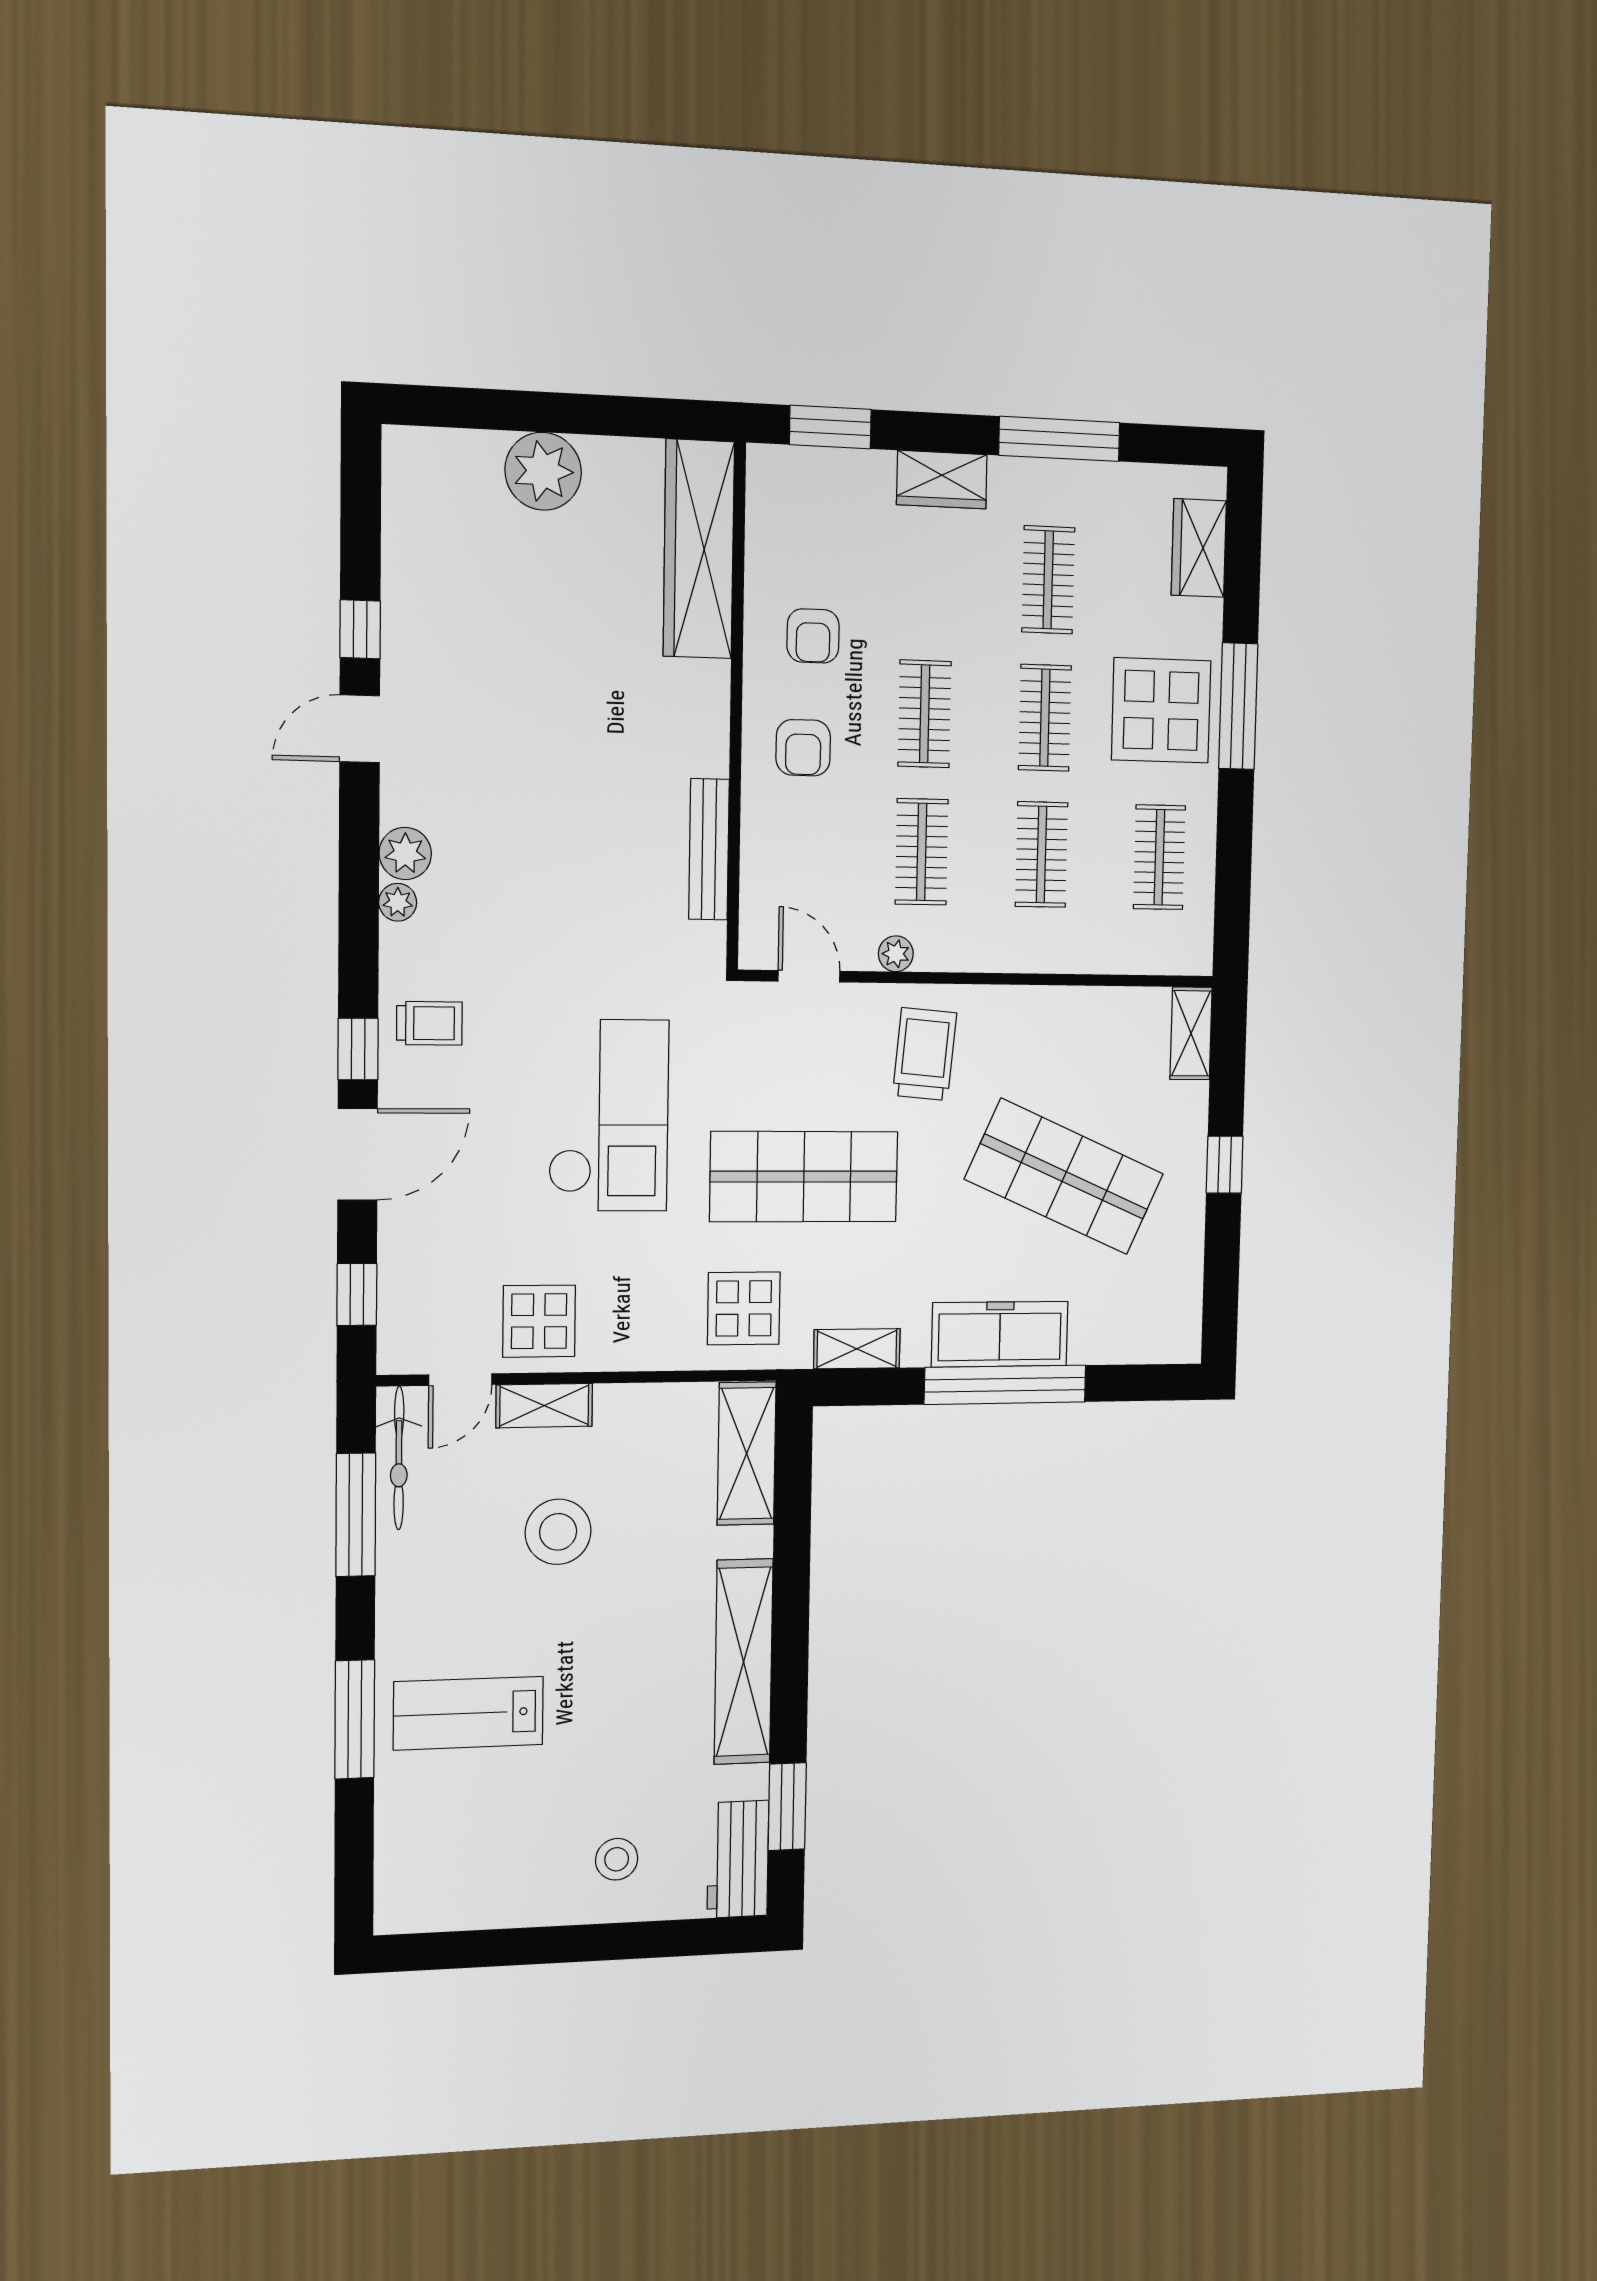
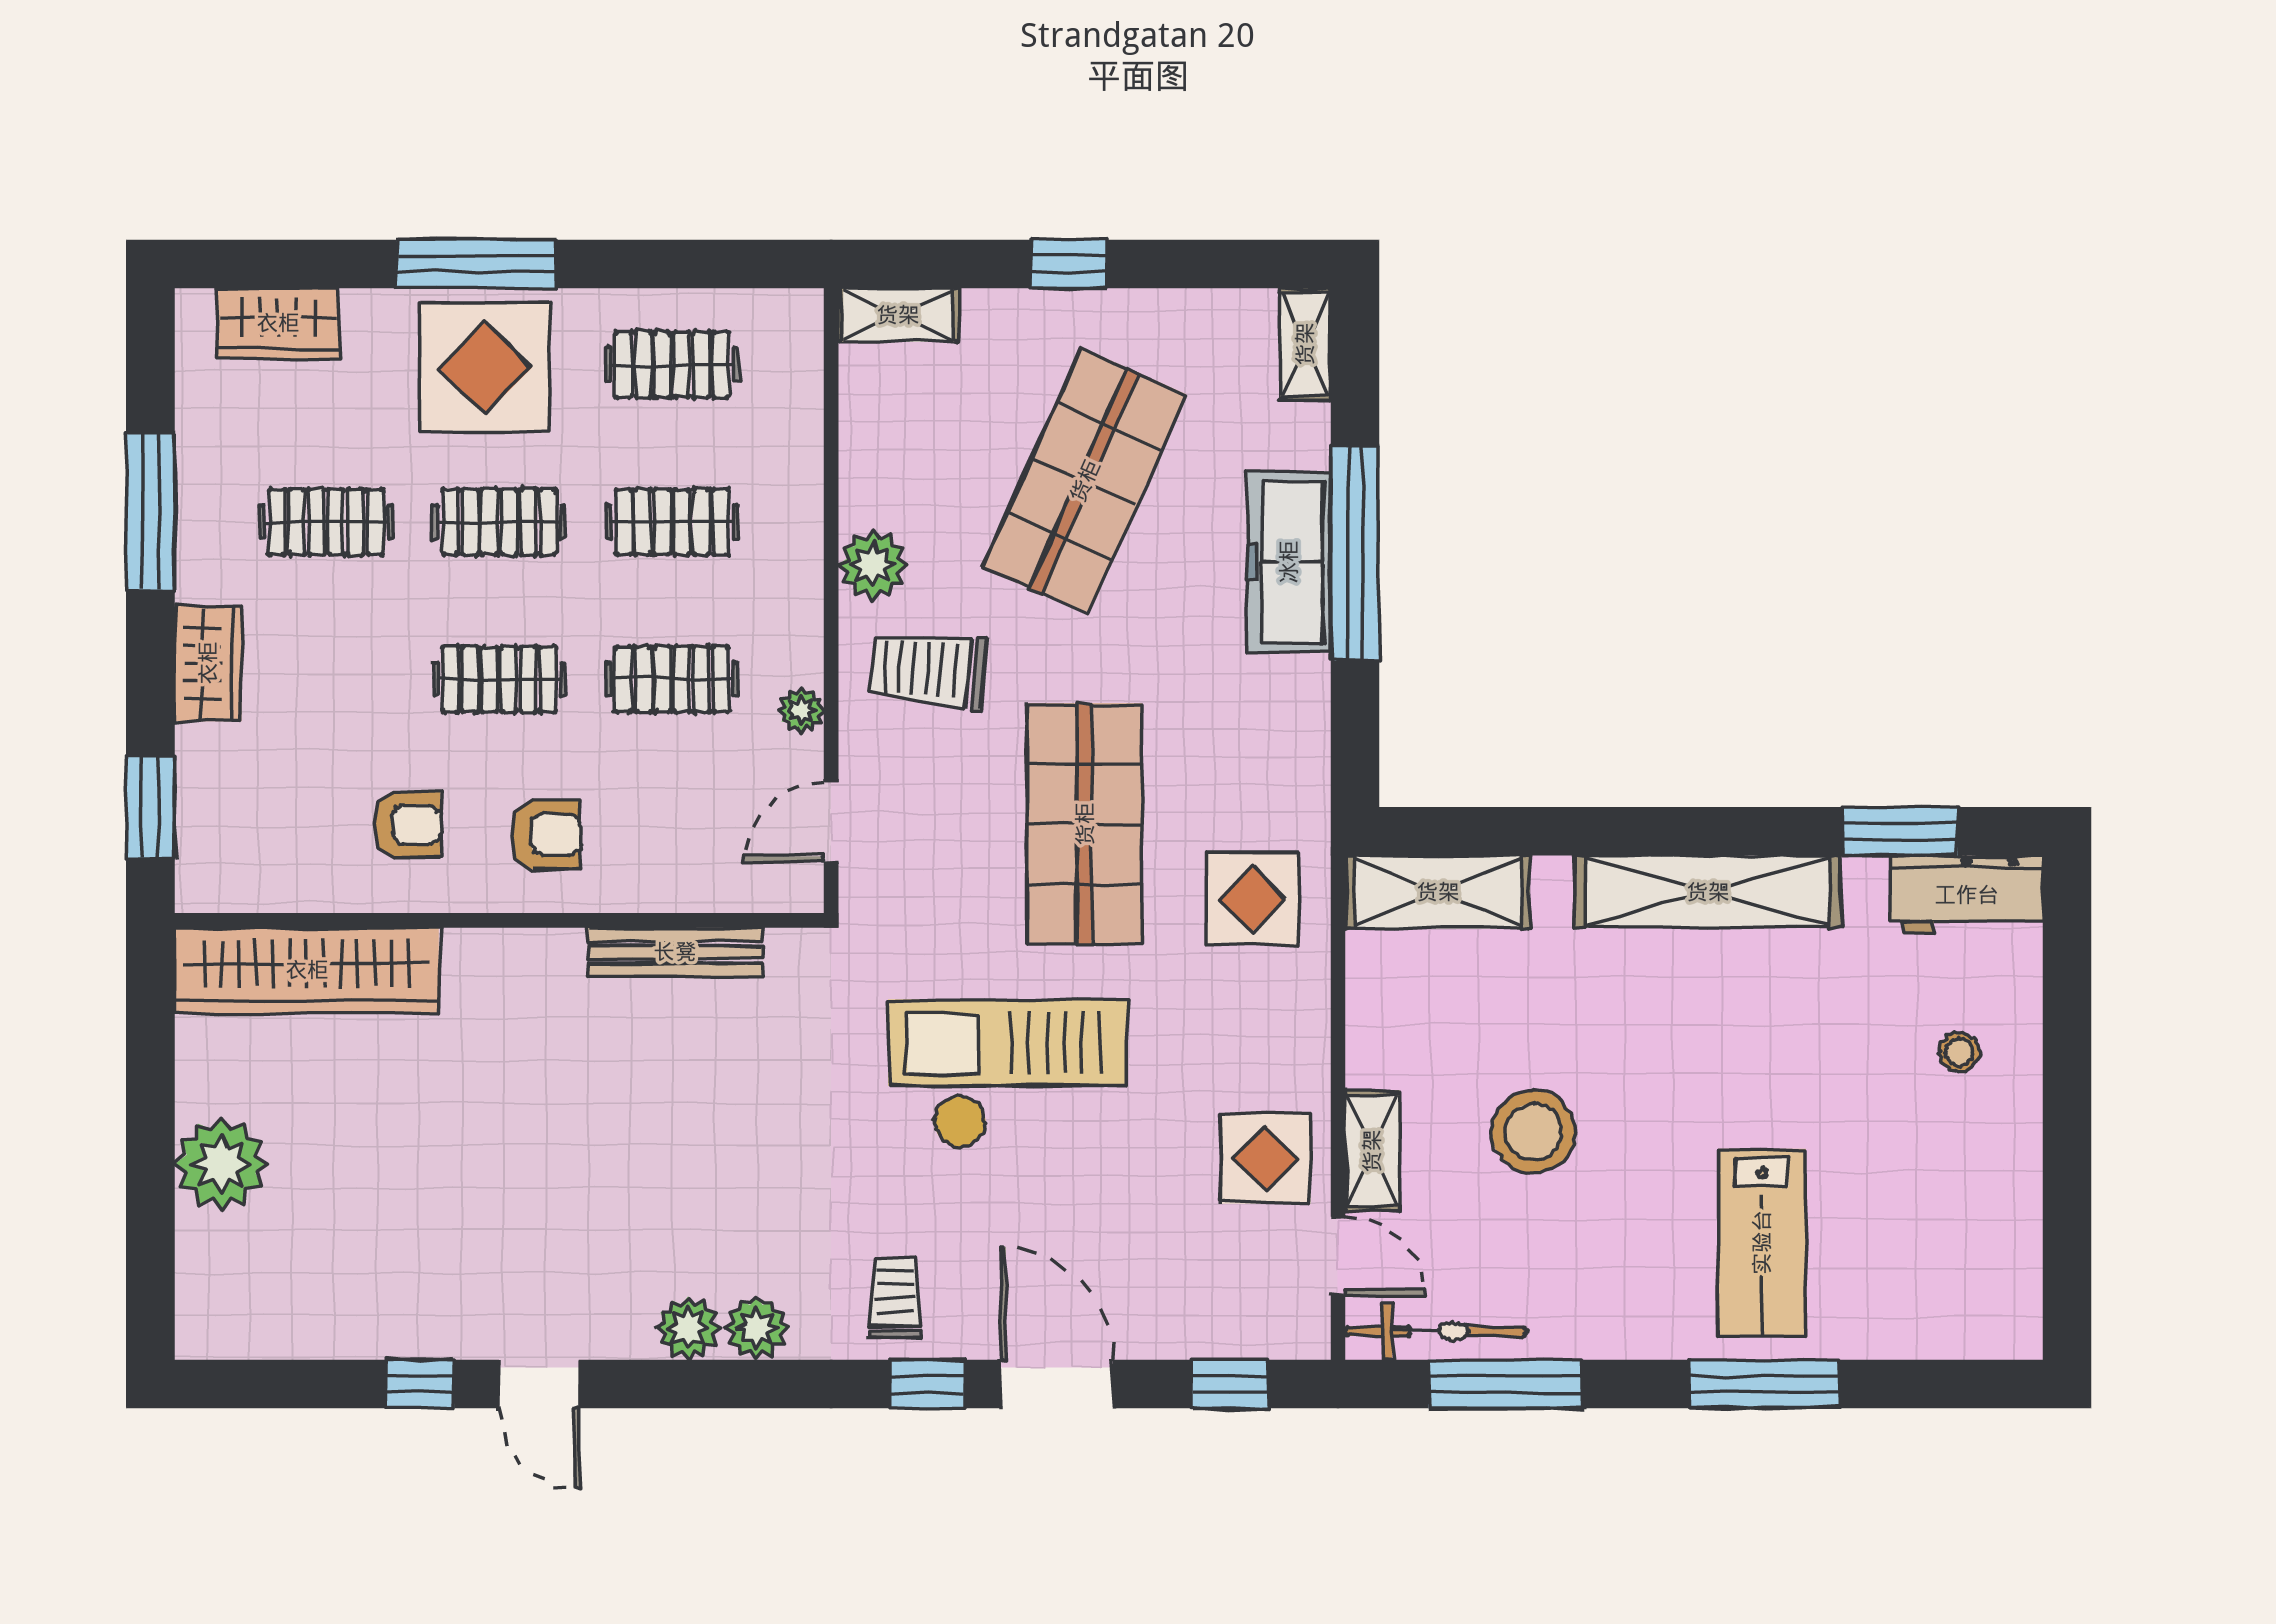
plant: (398, 902) -> (756, 1328), width x1.38, depth x1.38
plant: (1005, 1012) -> (873, 565), added
shelving: (857, 1349) -> (1305, 344), moved
stool: (617, 1859) -> (1959, 1052), width x0.73, depth x0.73

